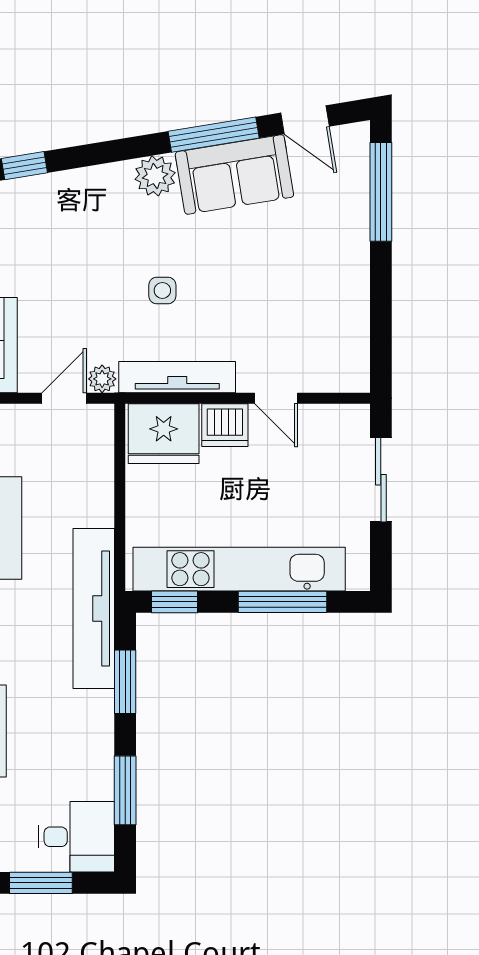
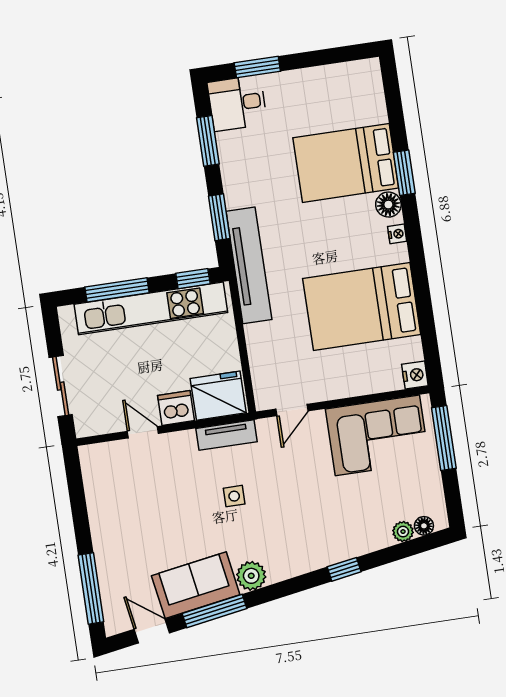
tv unit: (177, 377) -> (226, 435), width x0.71
plant: (102, 379) -> (267, 428), removed

